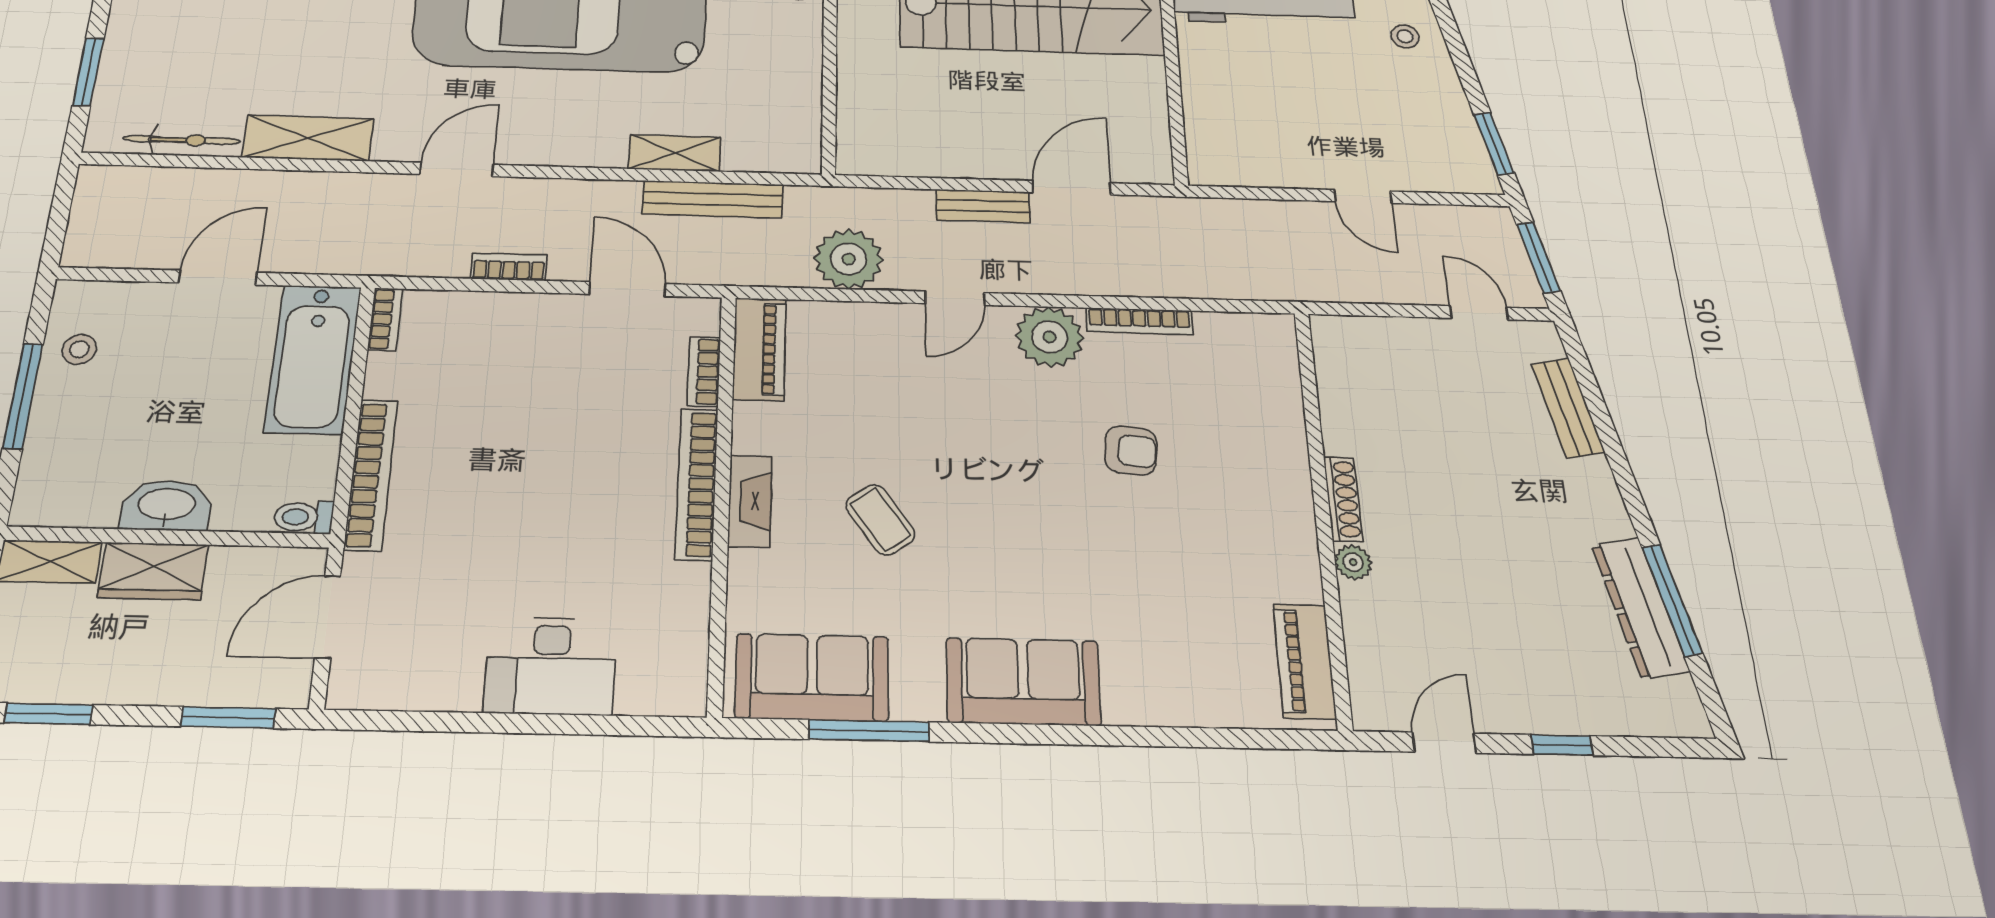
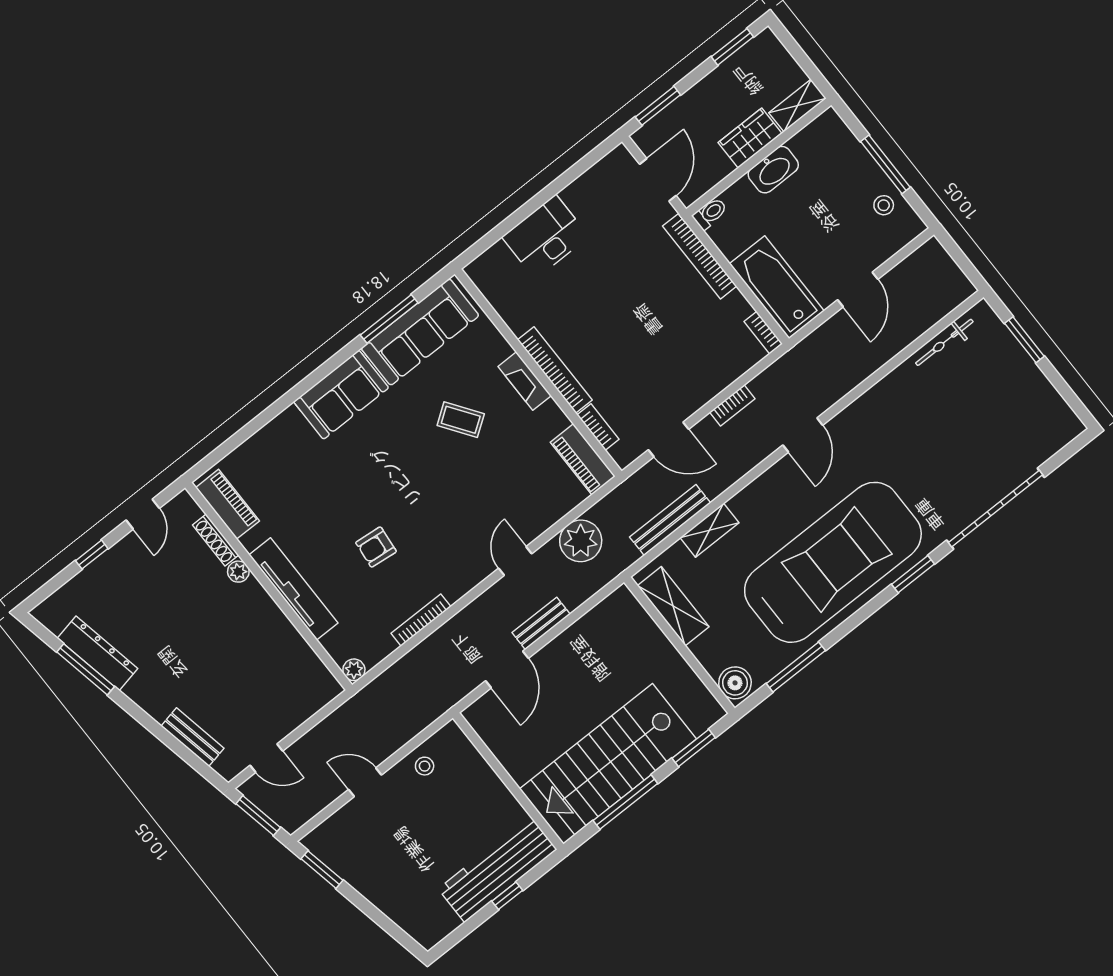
stool: (1405, 36) -> (425, 766), moved
shelving: (308, 138) -> (673, 606), moved, turned 90
plant: (1050, 337) -> (354, 670), moved, width x0.53, depth x0.53
tv unit: (1289, 483) -> (294, 589), added
shoe rack: (1343, 499) -> (216, 540), moved
sofa: (812, 677) -> (420, 332), width x1.36

